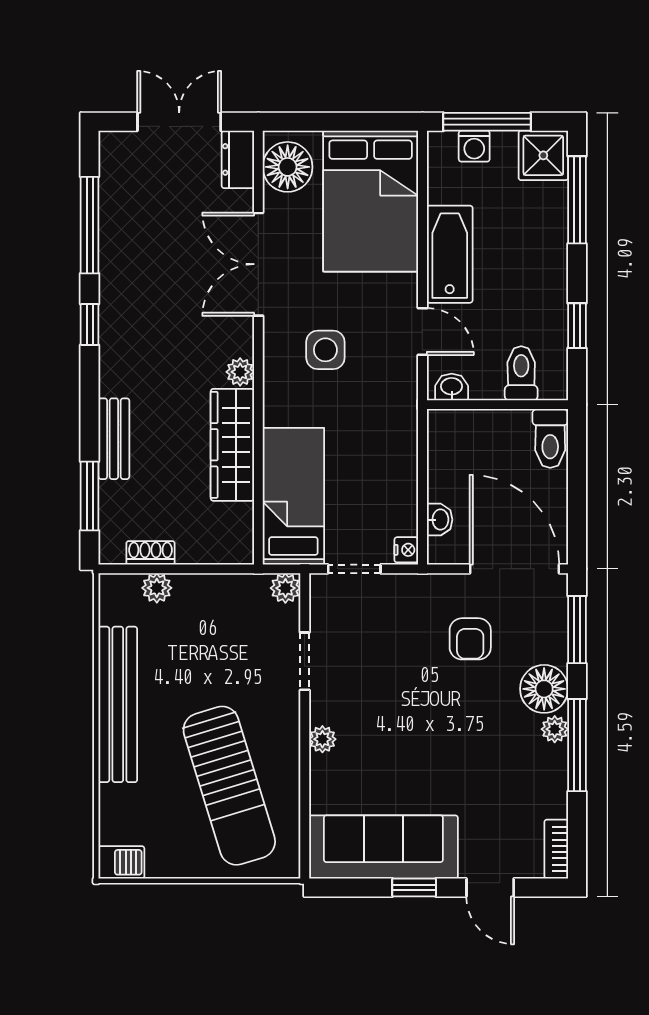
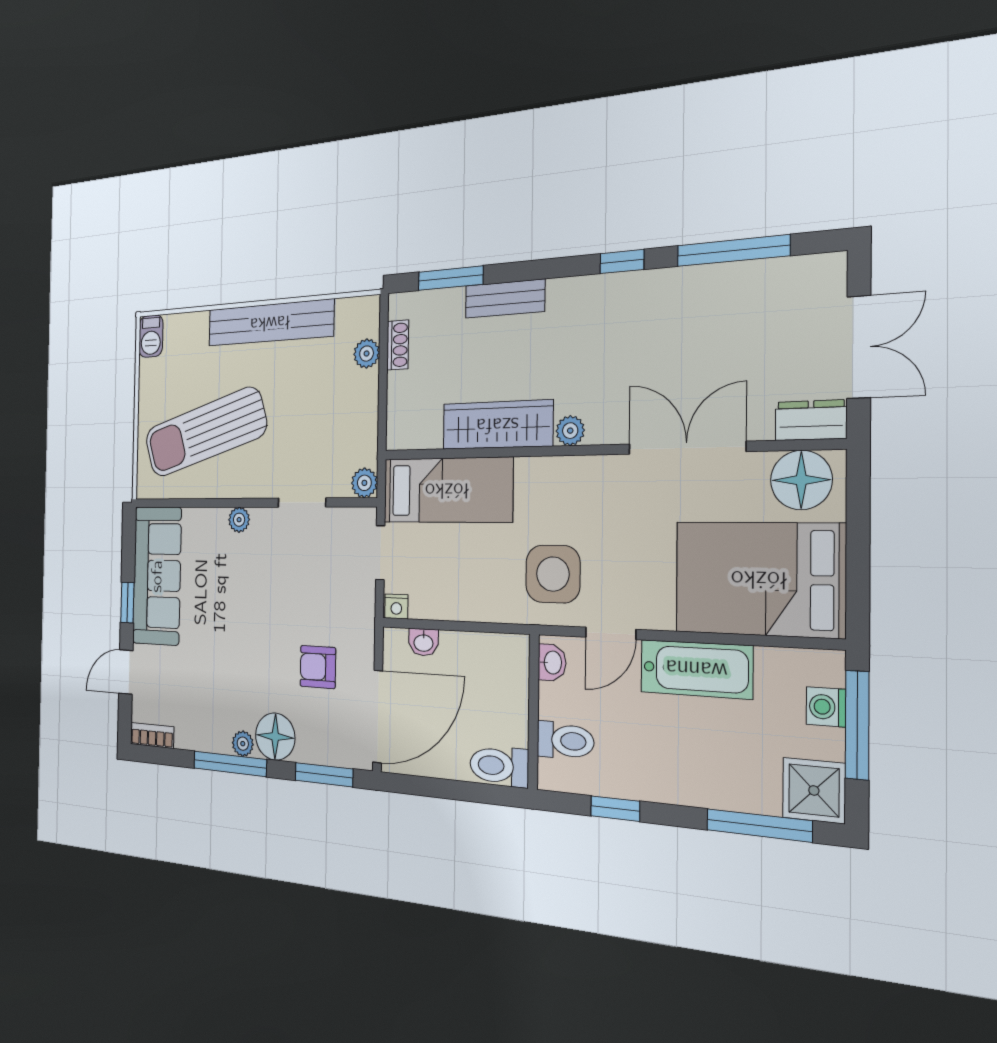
side table: (325, 350) -> (553, 574), moved, width x1.37, depth x1.37

